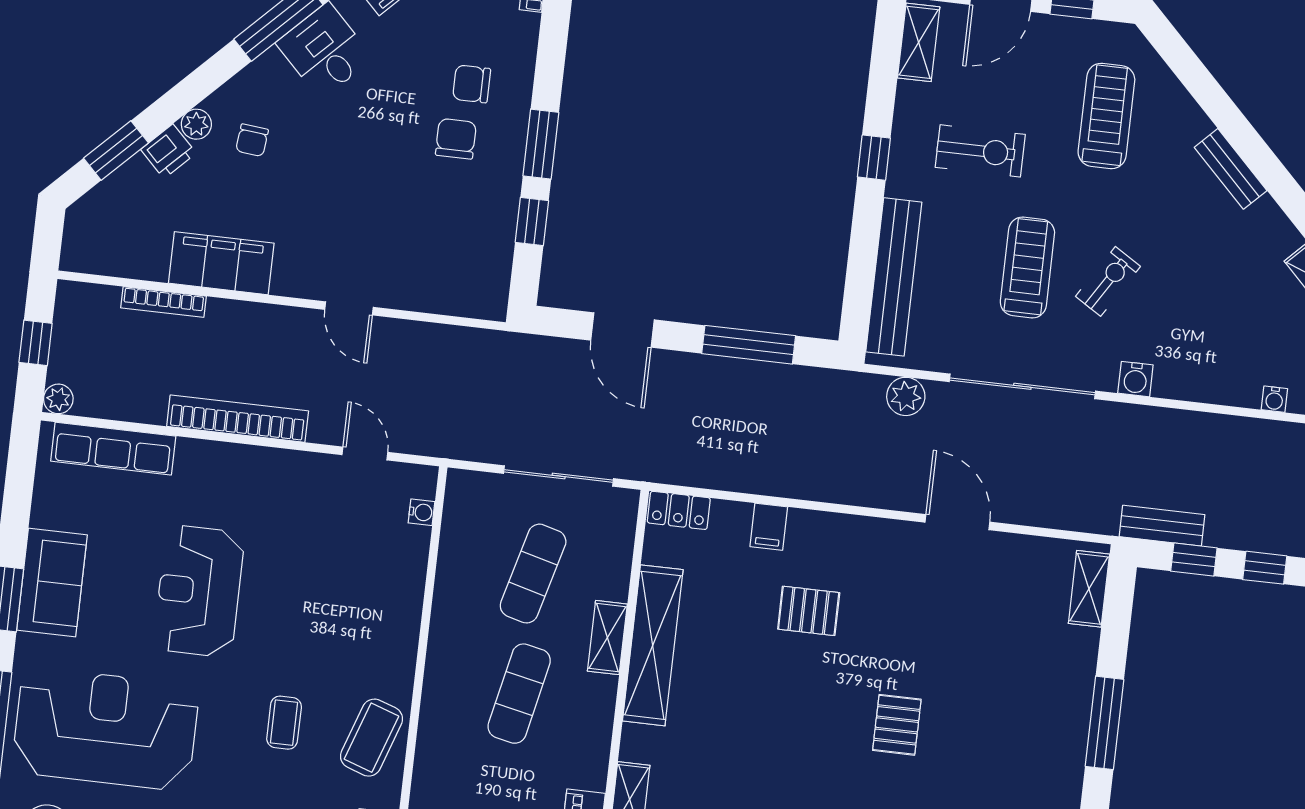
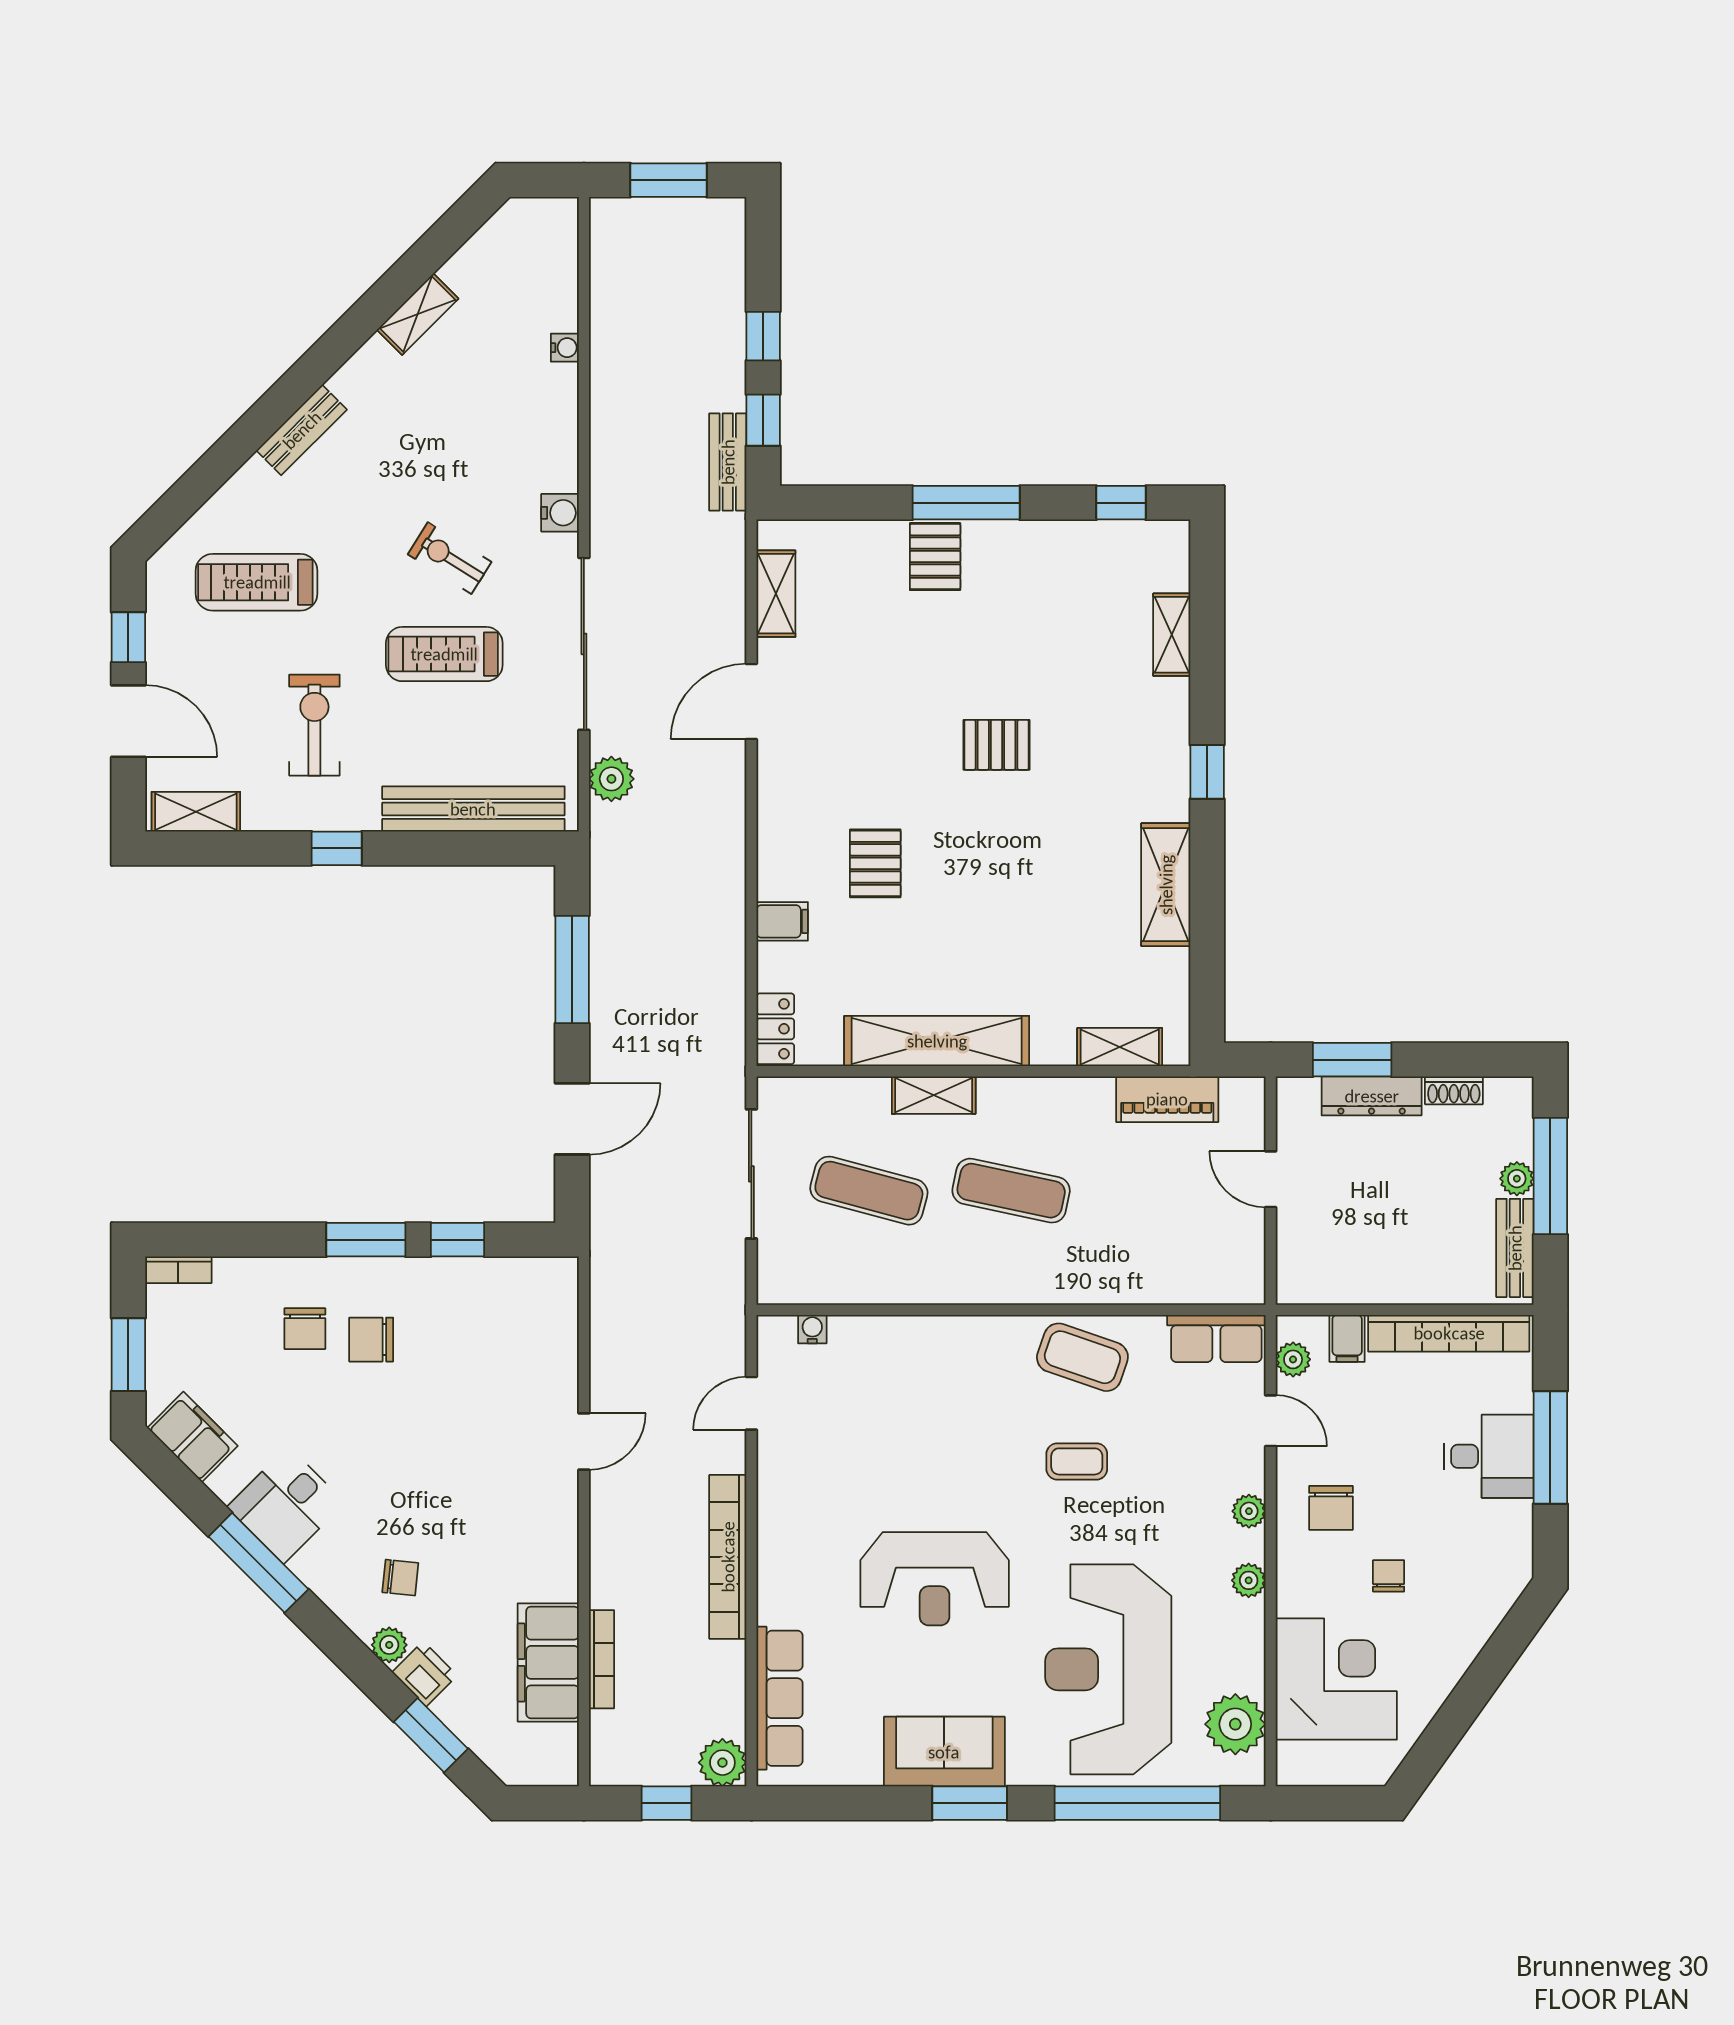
filing cabinet: (221, 263) -> (548, 1662), moved
plant: (58, 399) -> (722, 1763), width x1.38, depth x1.38
shelving: (1089, 589) -> (776, 594), moved, turned 90
pallet: (1062, 691) -> (935, 557), added

